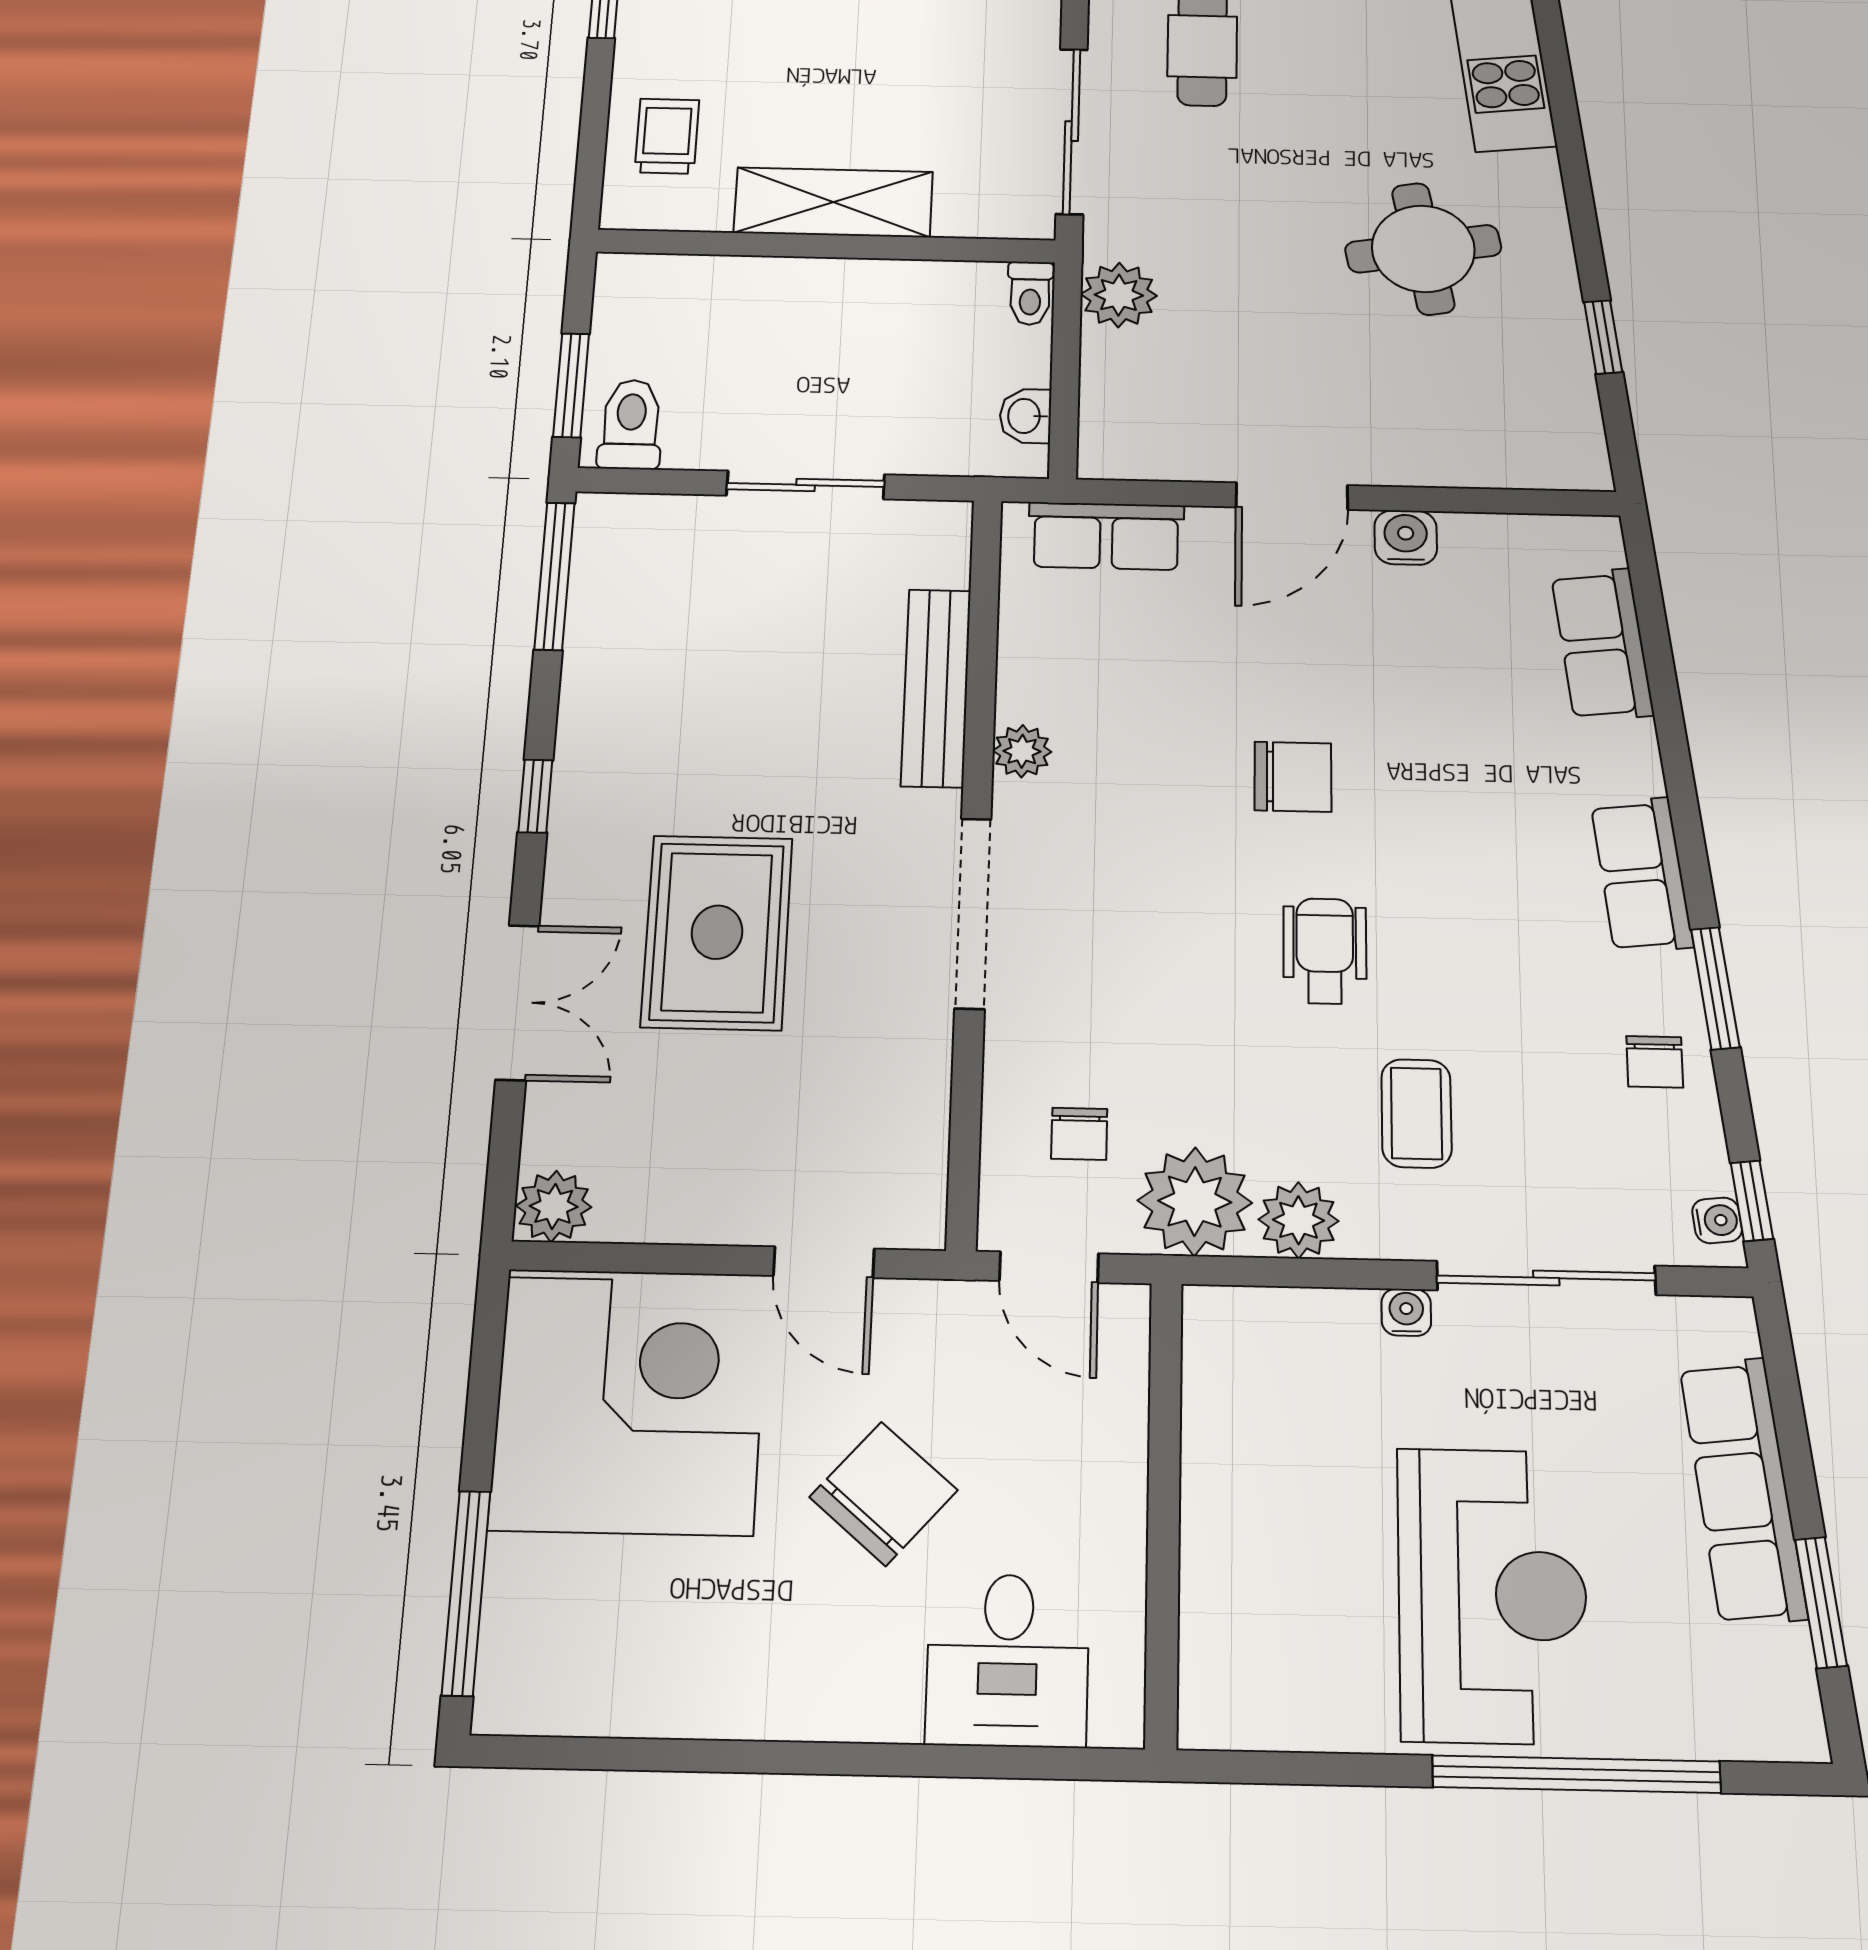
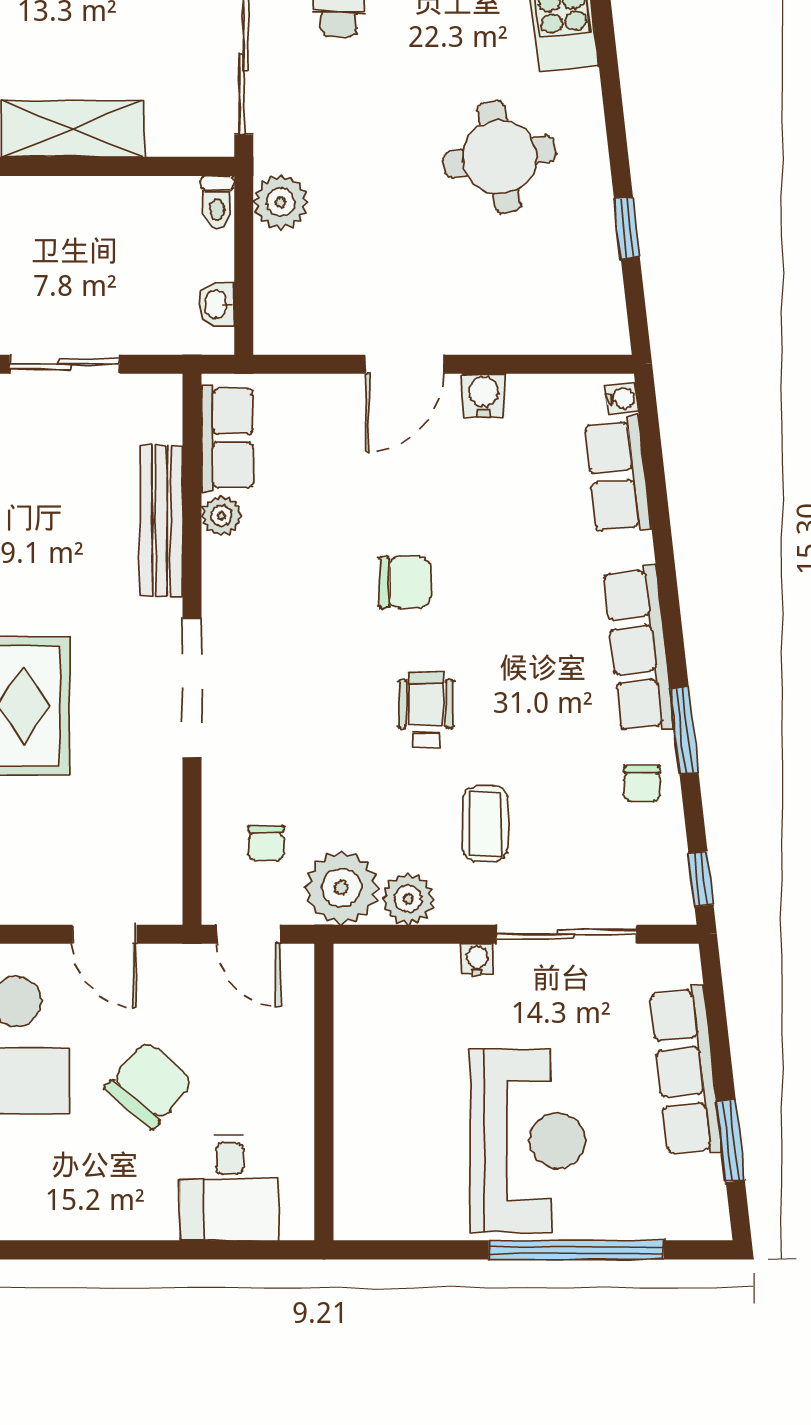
row of seats: (1106, 536) -> (227, 438), moved, turned -90
plant: (1022, 751) -> (221, 516), moved
row of seats: (1642, 875) -> (639, 649), width x1.48
water cooler: (1717, 1220) -> (622, 398), moved

